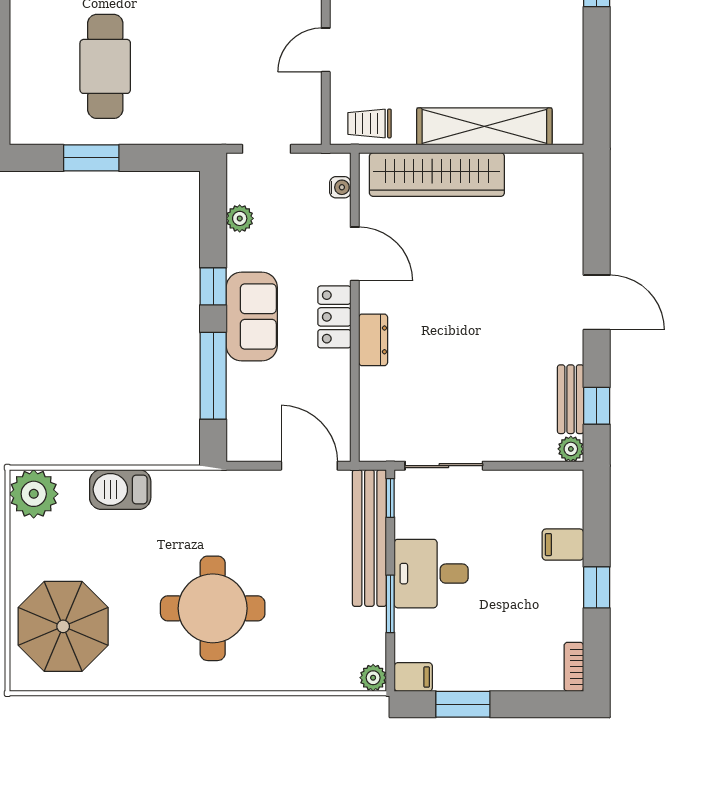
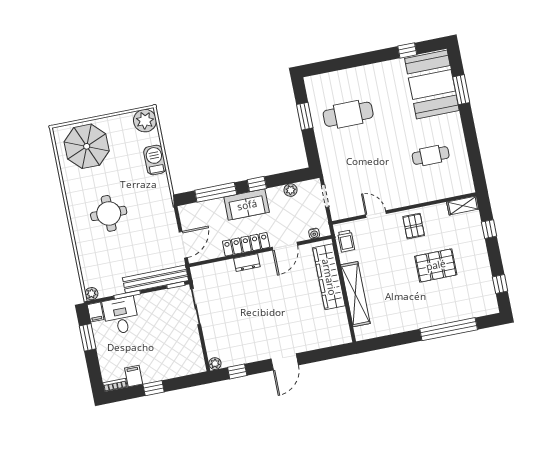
trolley: (370, 123) -> (346, 241), turned 180
locker: (334, 317) -> (246, 244), width x1.53
bench: (571, 399) -> (238, 359), removed
filing cabinet: (563, 545) -> (134, 376), moved
desk: (431, 574) -> (121, 316), moved
round table: (213, 608) -> (109, 213), width x0.73, depth x0.73

